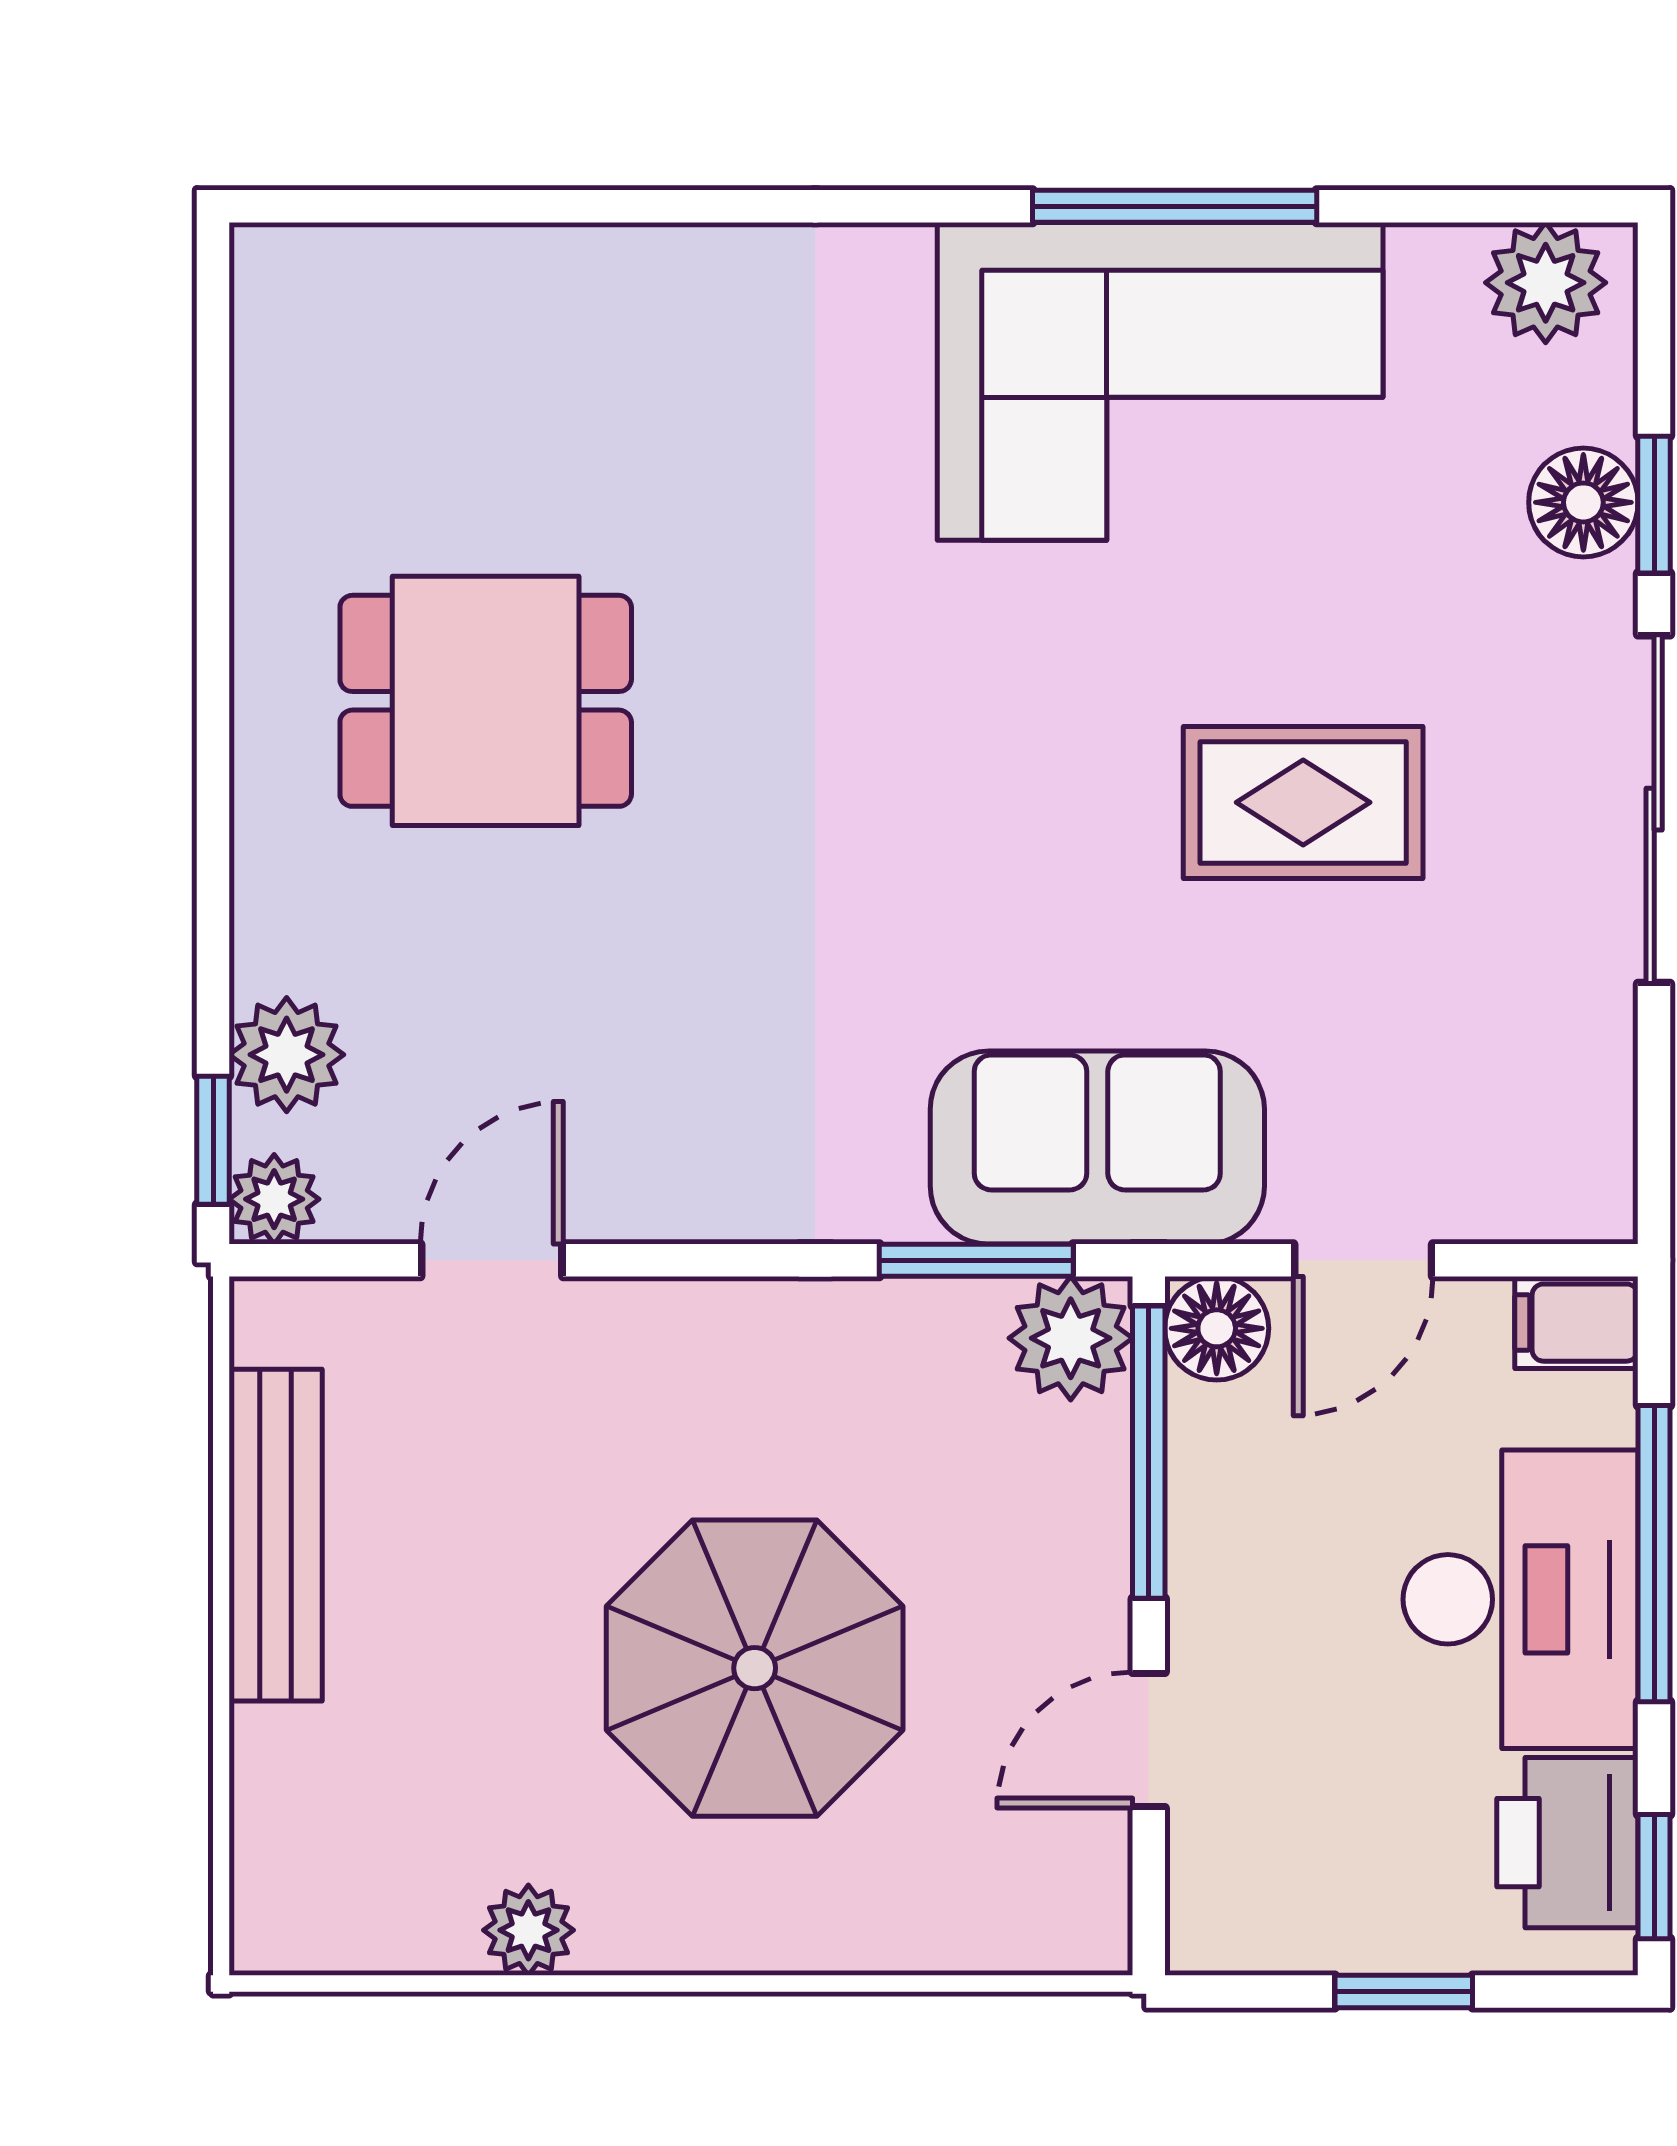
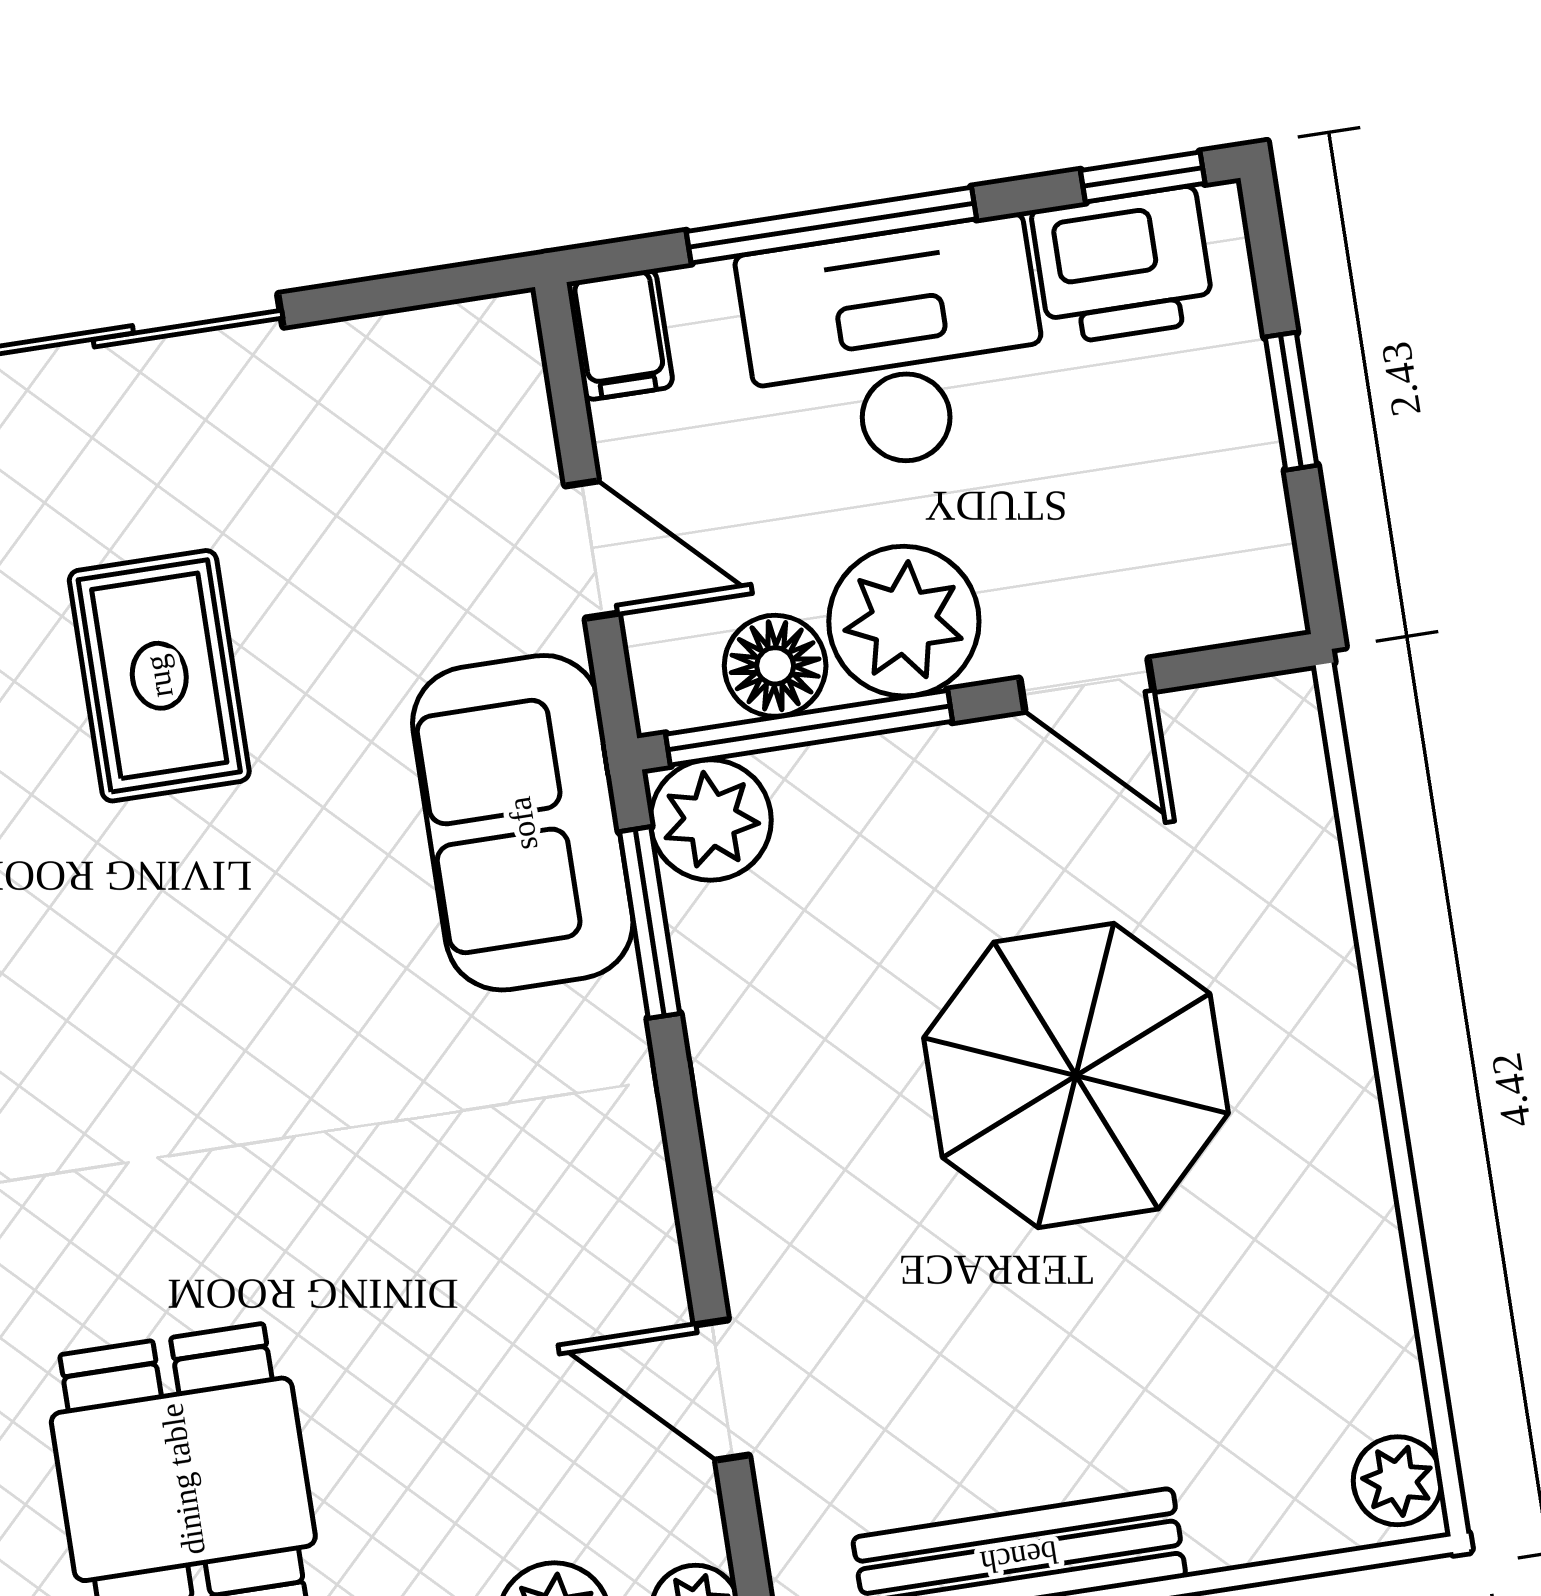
floor lamp: (1217, 1328) -> (775, 666), moved
plant: (1242, 1565) -> (904, 621), added
plant: (528, 1930) -> (1398, 1481), moved

